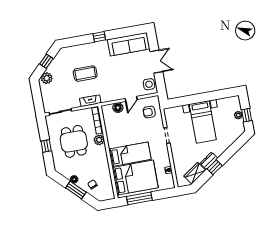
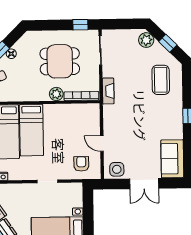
sofa: (129, 44) -> (172, 159), width x0.73
coffee table: (85, 74) -> (161, 80), moved
floor lamp: (118, 108) -> (94, 125), removed
window: (46, 146) -> (80, 25), moved

